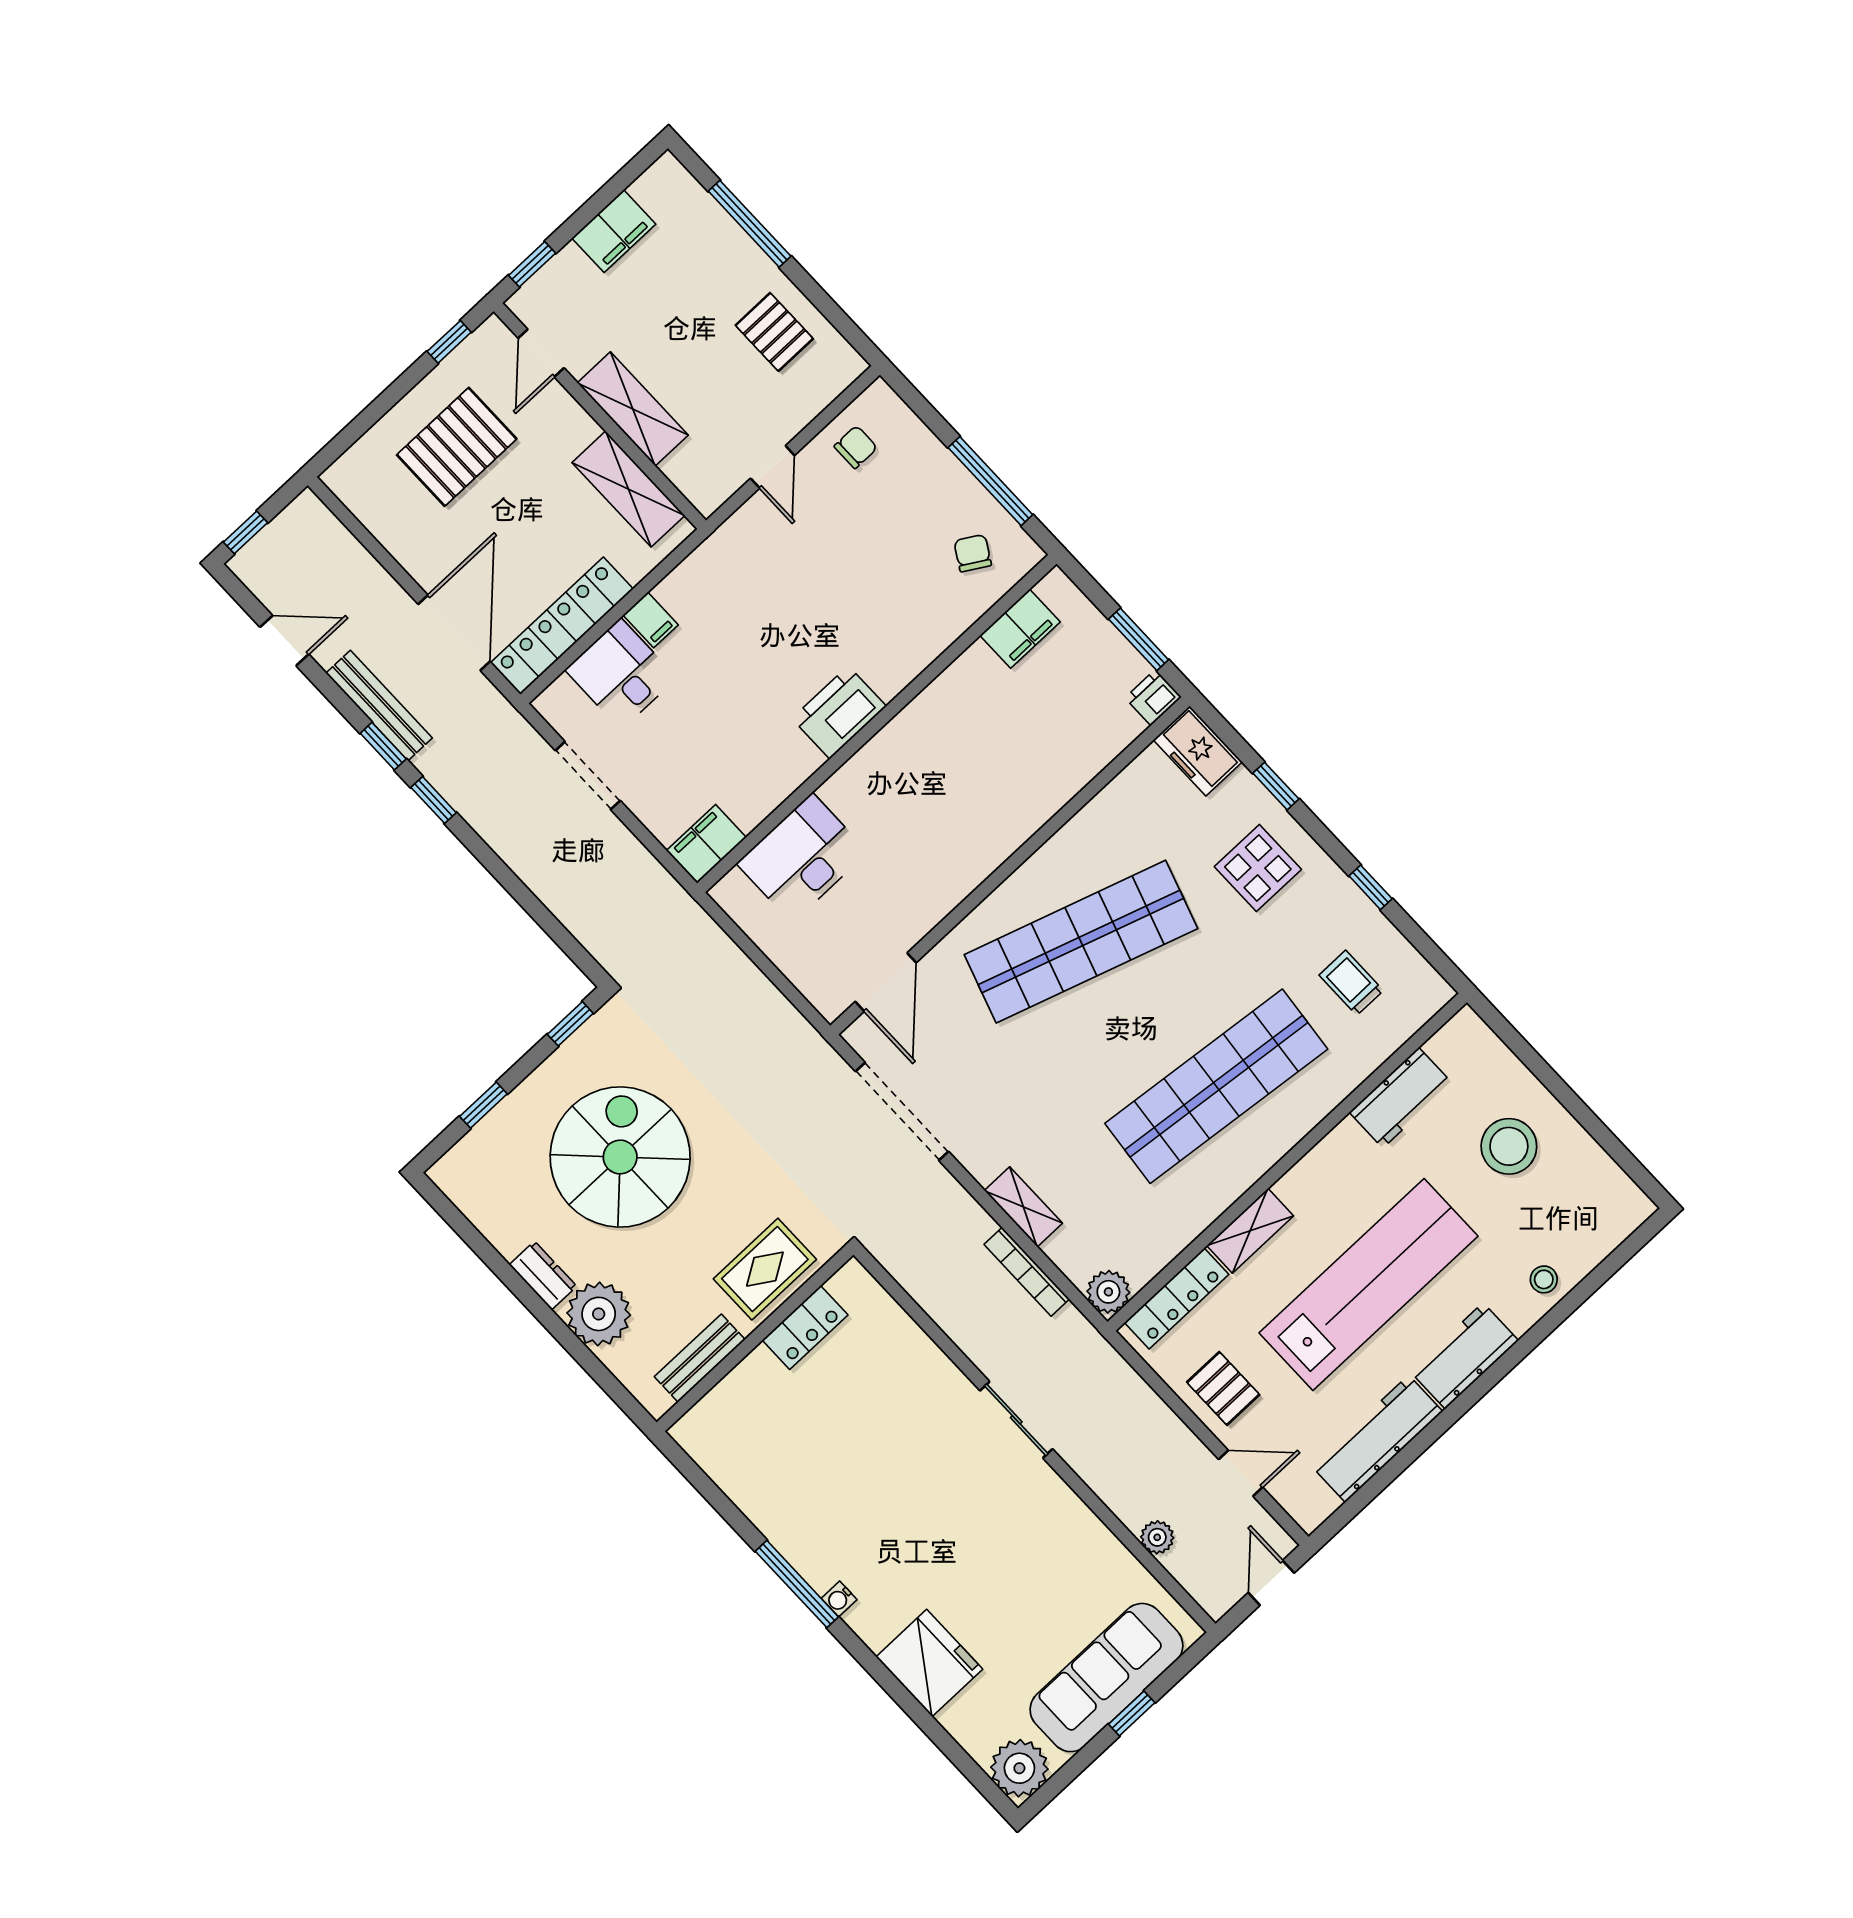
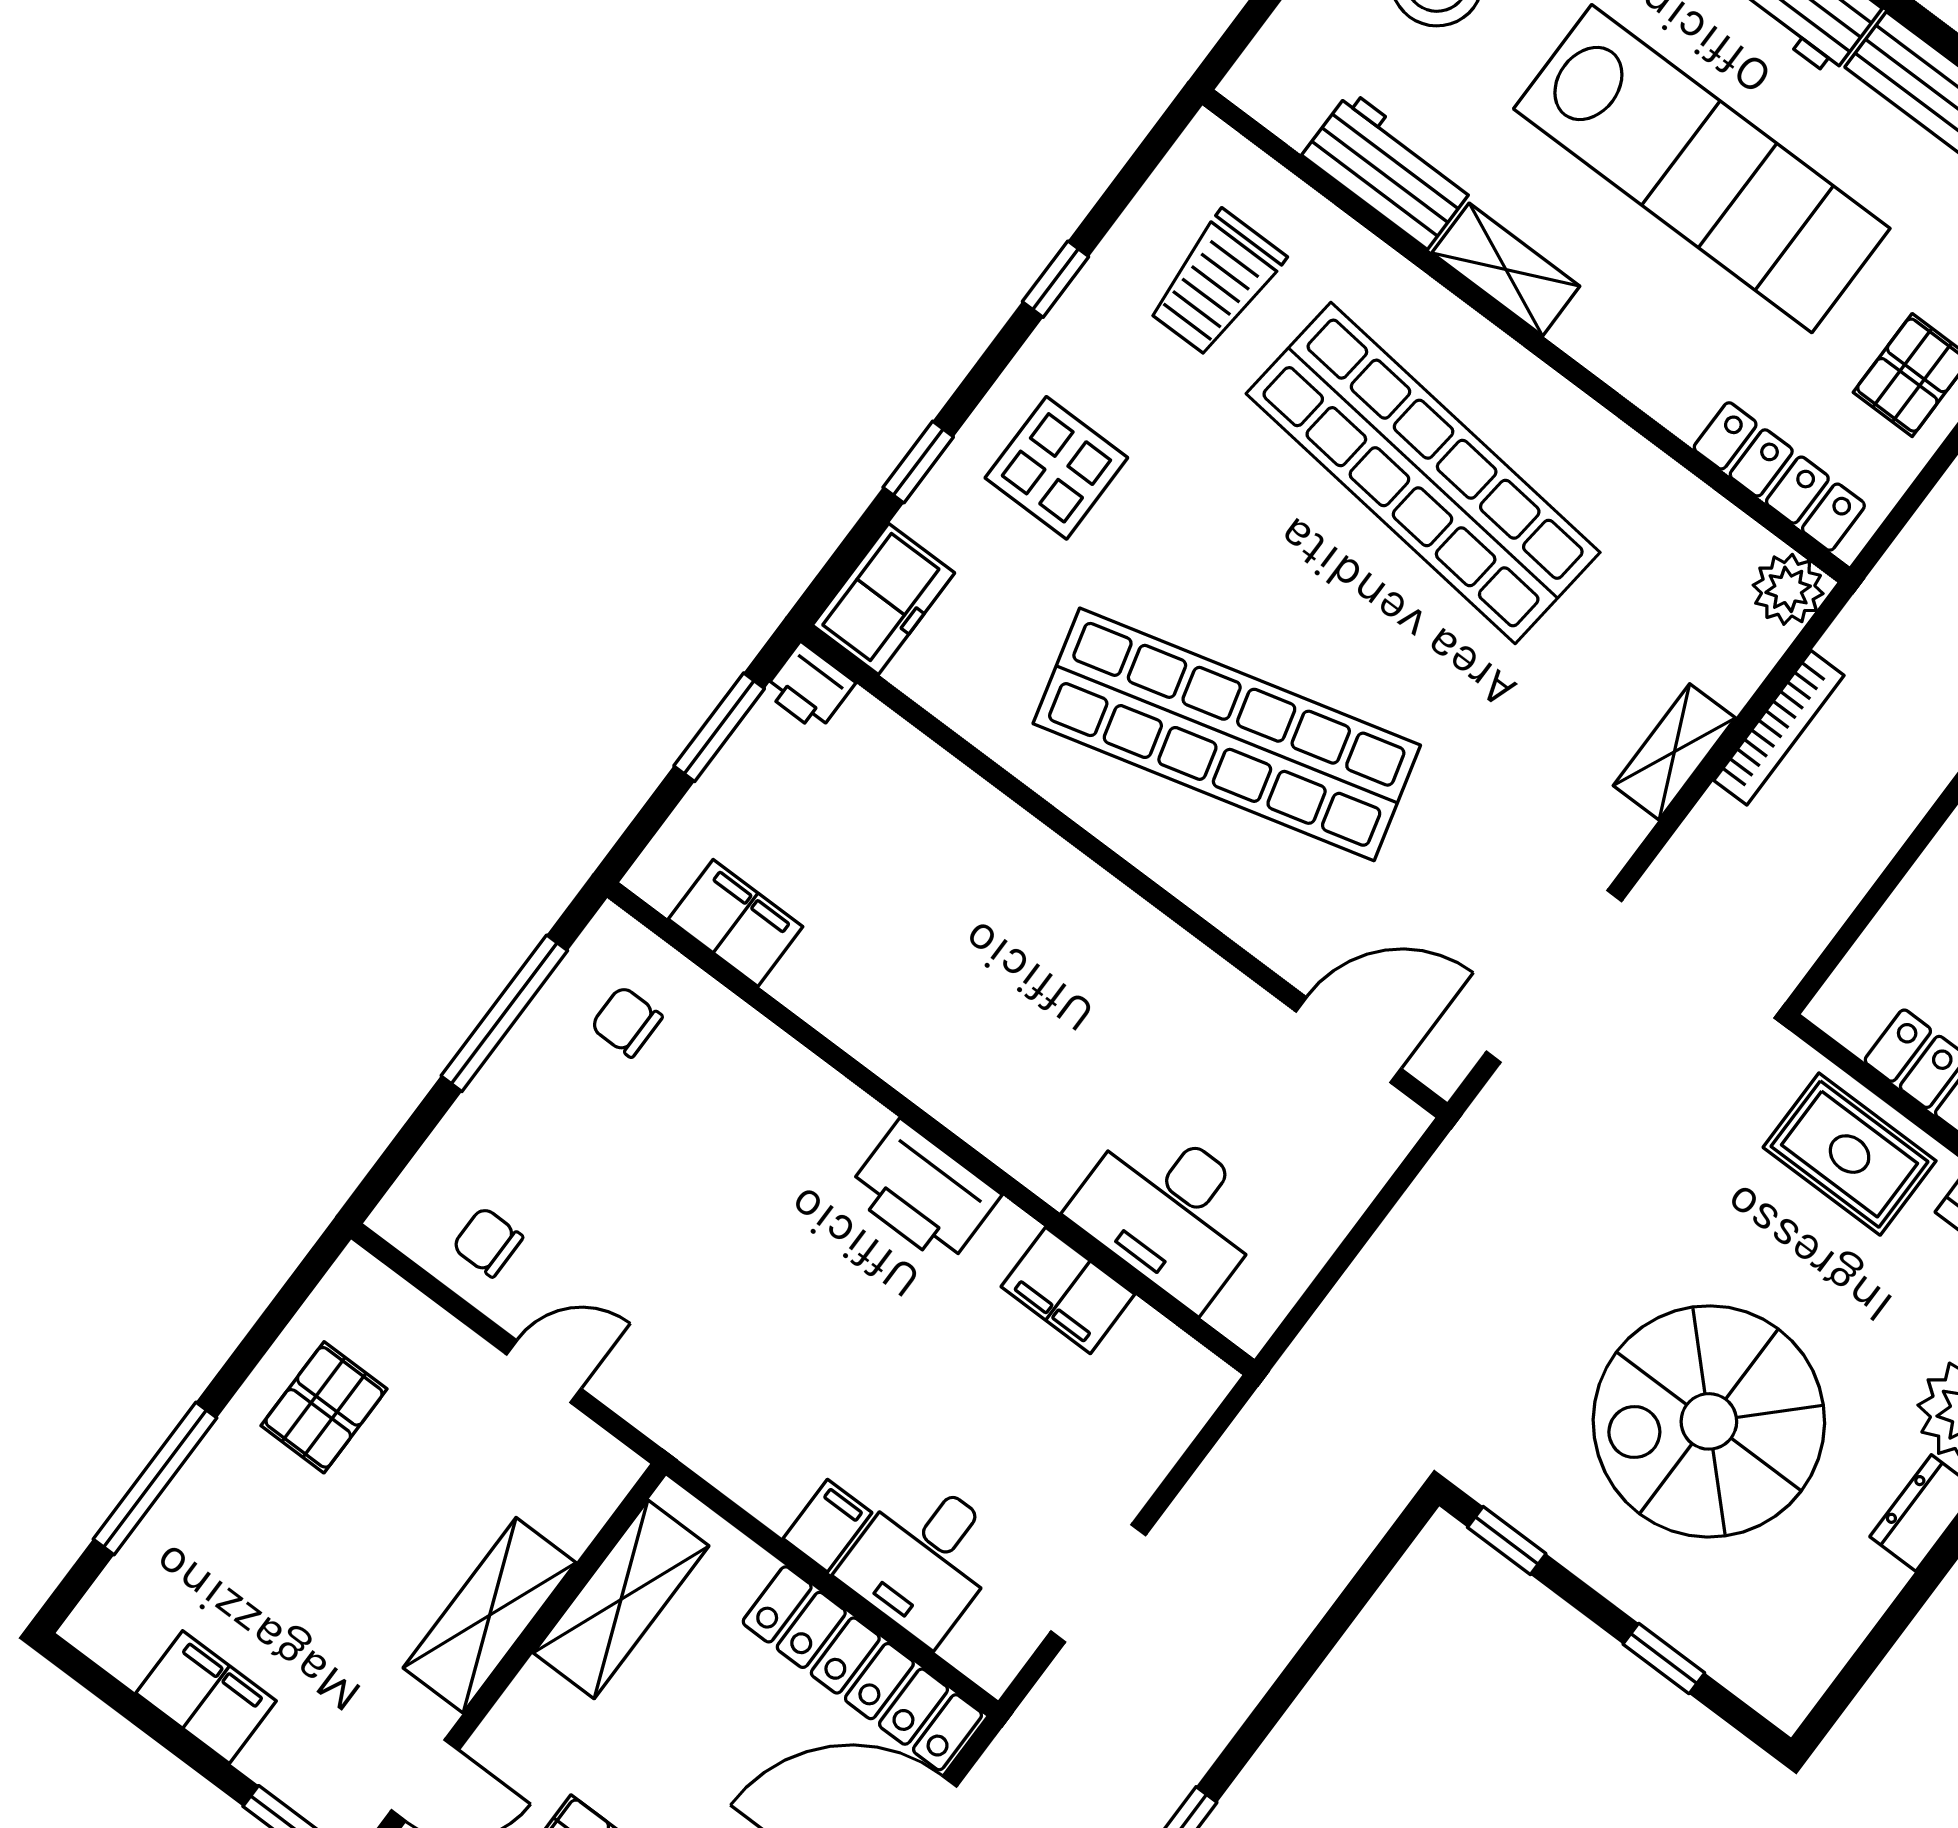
chair: (973, 553) -> (626, 1022), turned 59
filing cabinet: (706, 844) -> (1068, 1290), moved
shop shelf: (1081, 942) -> (1227, 734), turned -33
trolley: (1351, 983) -> (1216, 283), width x1.36, depth x1.39
shelving: (1250, 1231) -> (1506, 270), moved
lab bench: (1369, 1285) -> (1702, 169), turned 180

